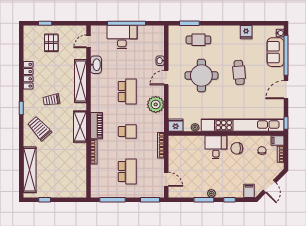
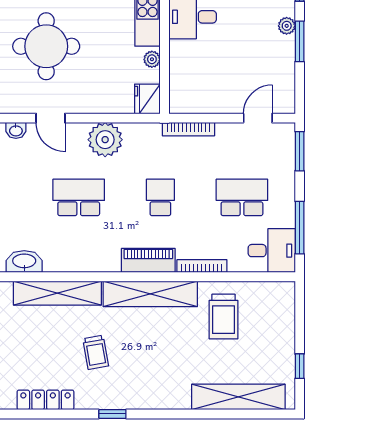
shelving: (80, 127) -> (150, 294), width x1.47
trolley: (40, 128) -> (223, 317), moved, turned -48
desk: (101, 186) -> (272, 251), added

